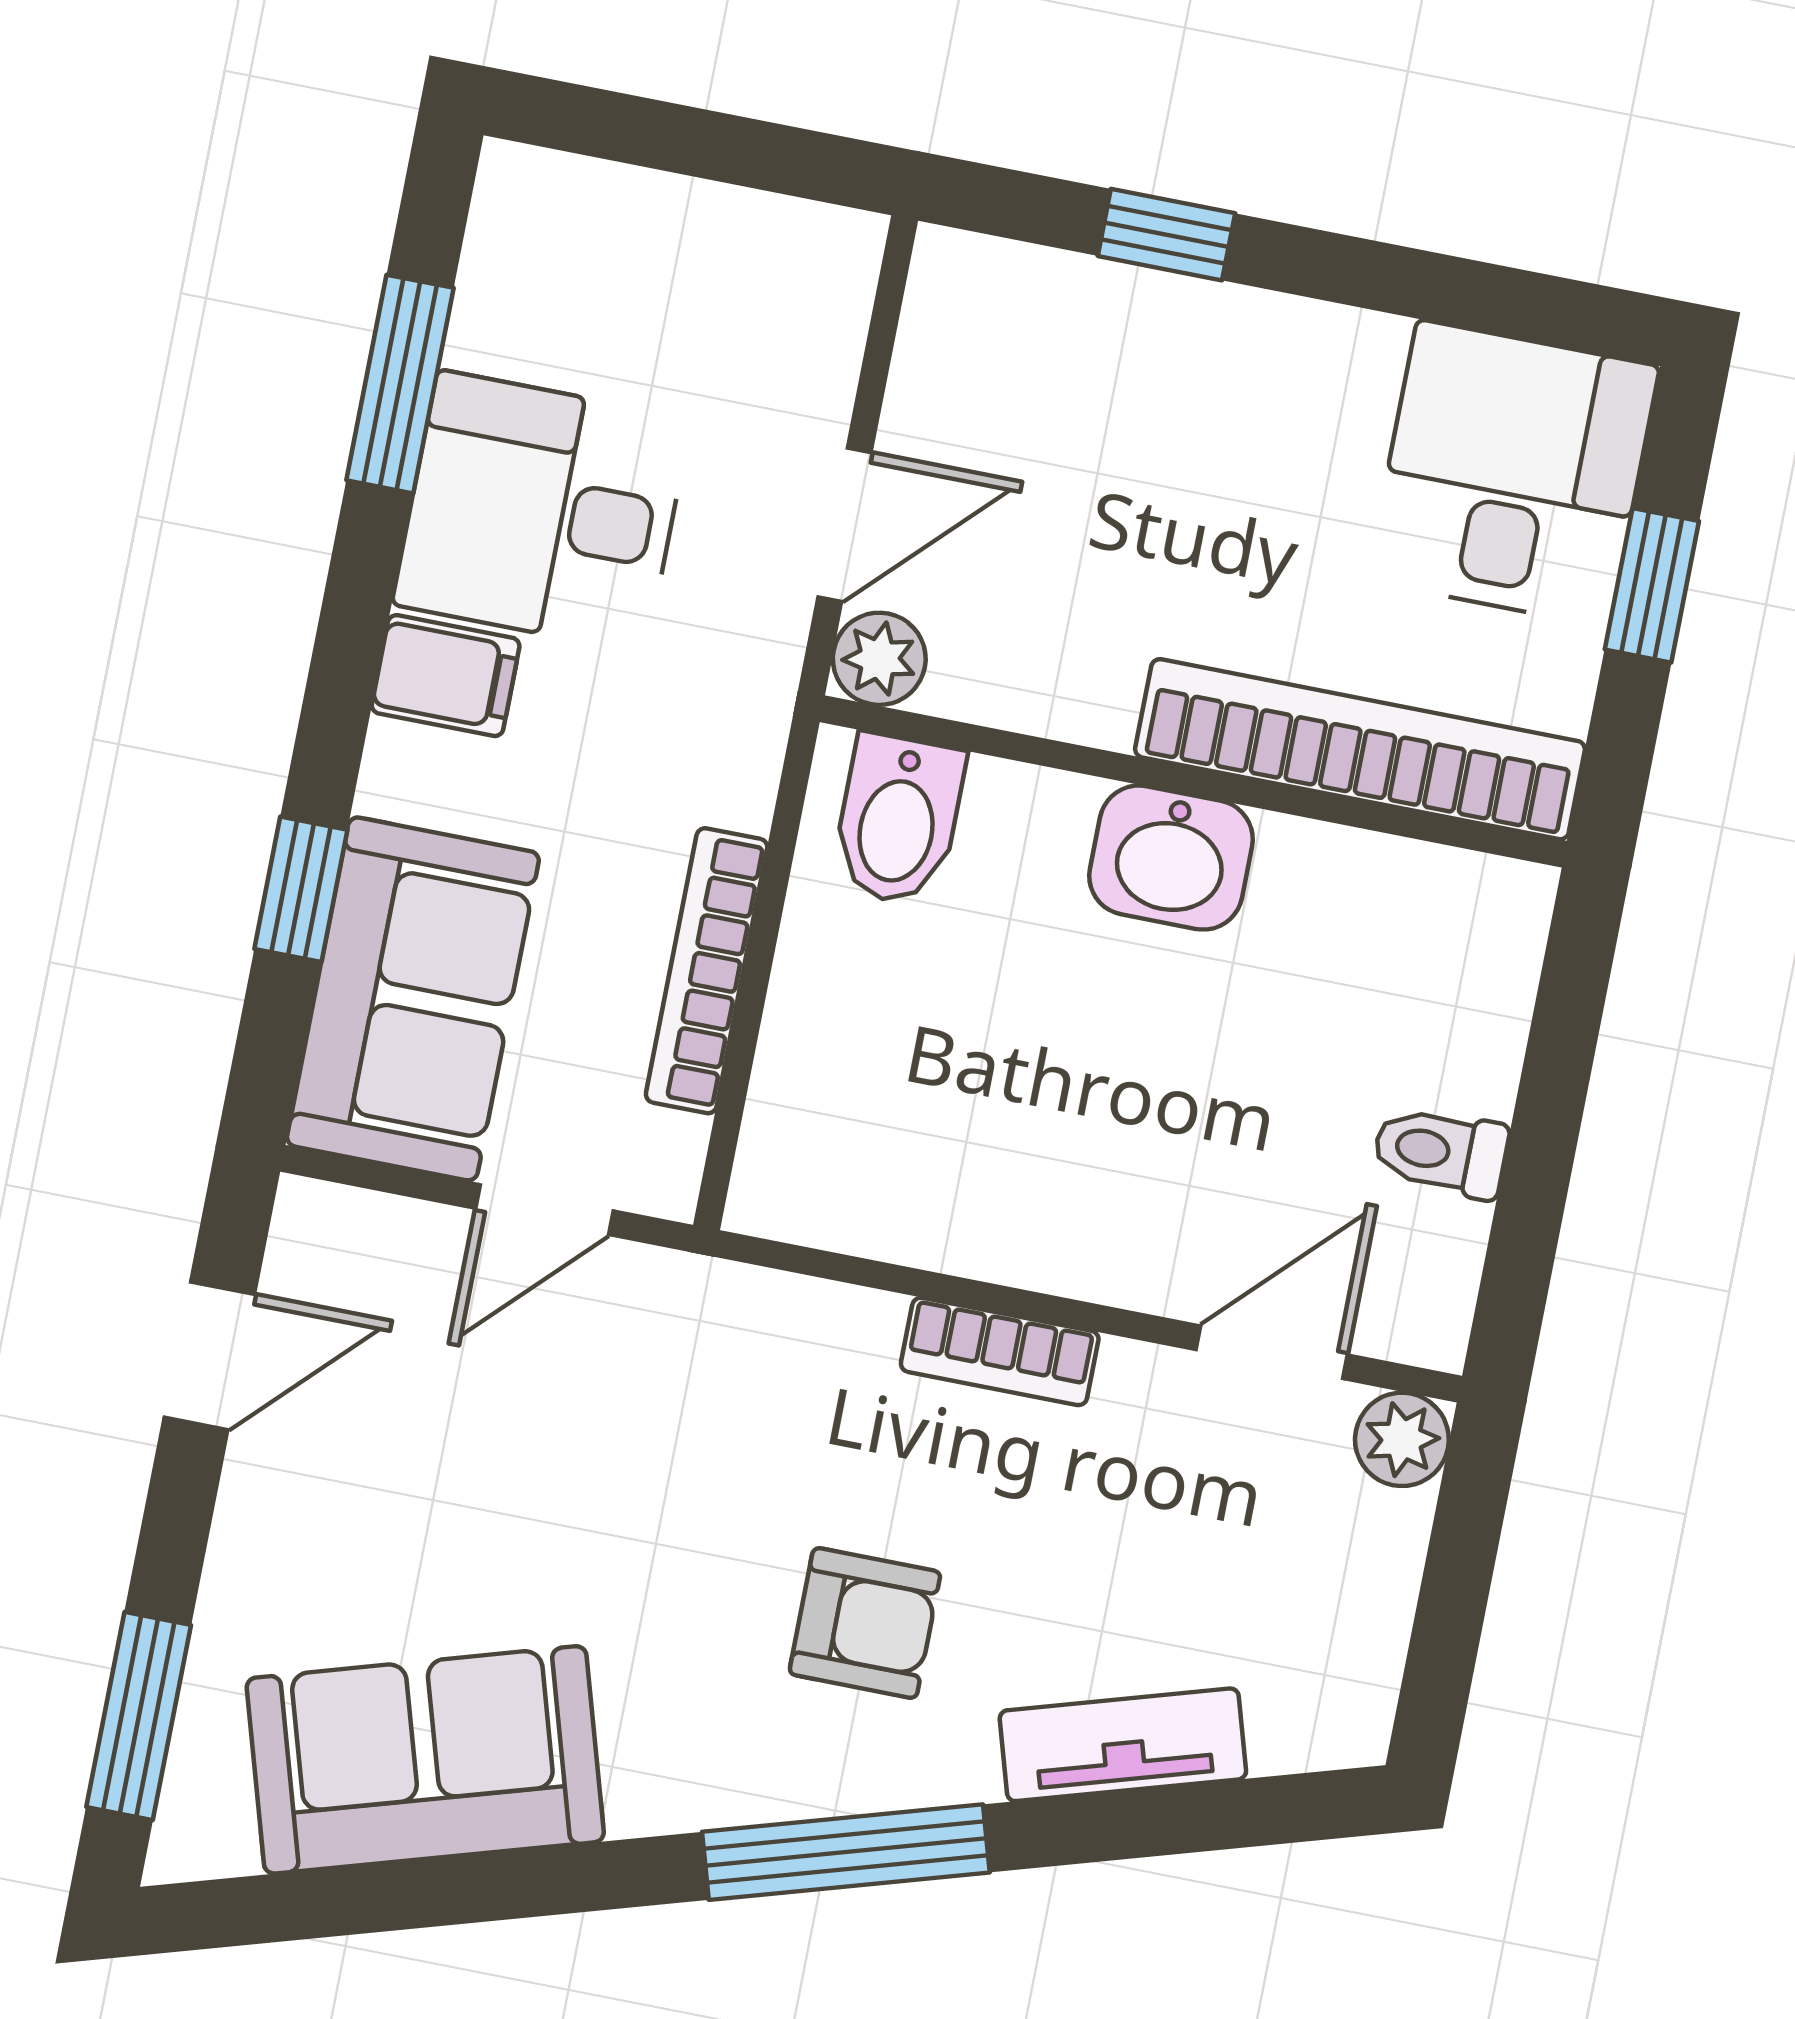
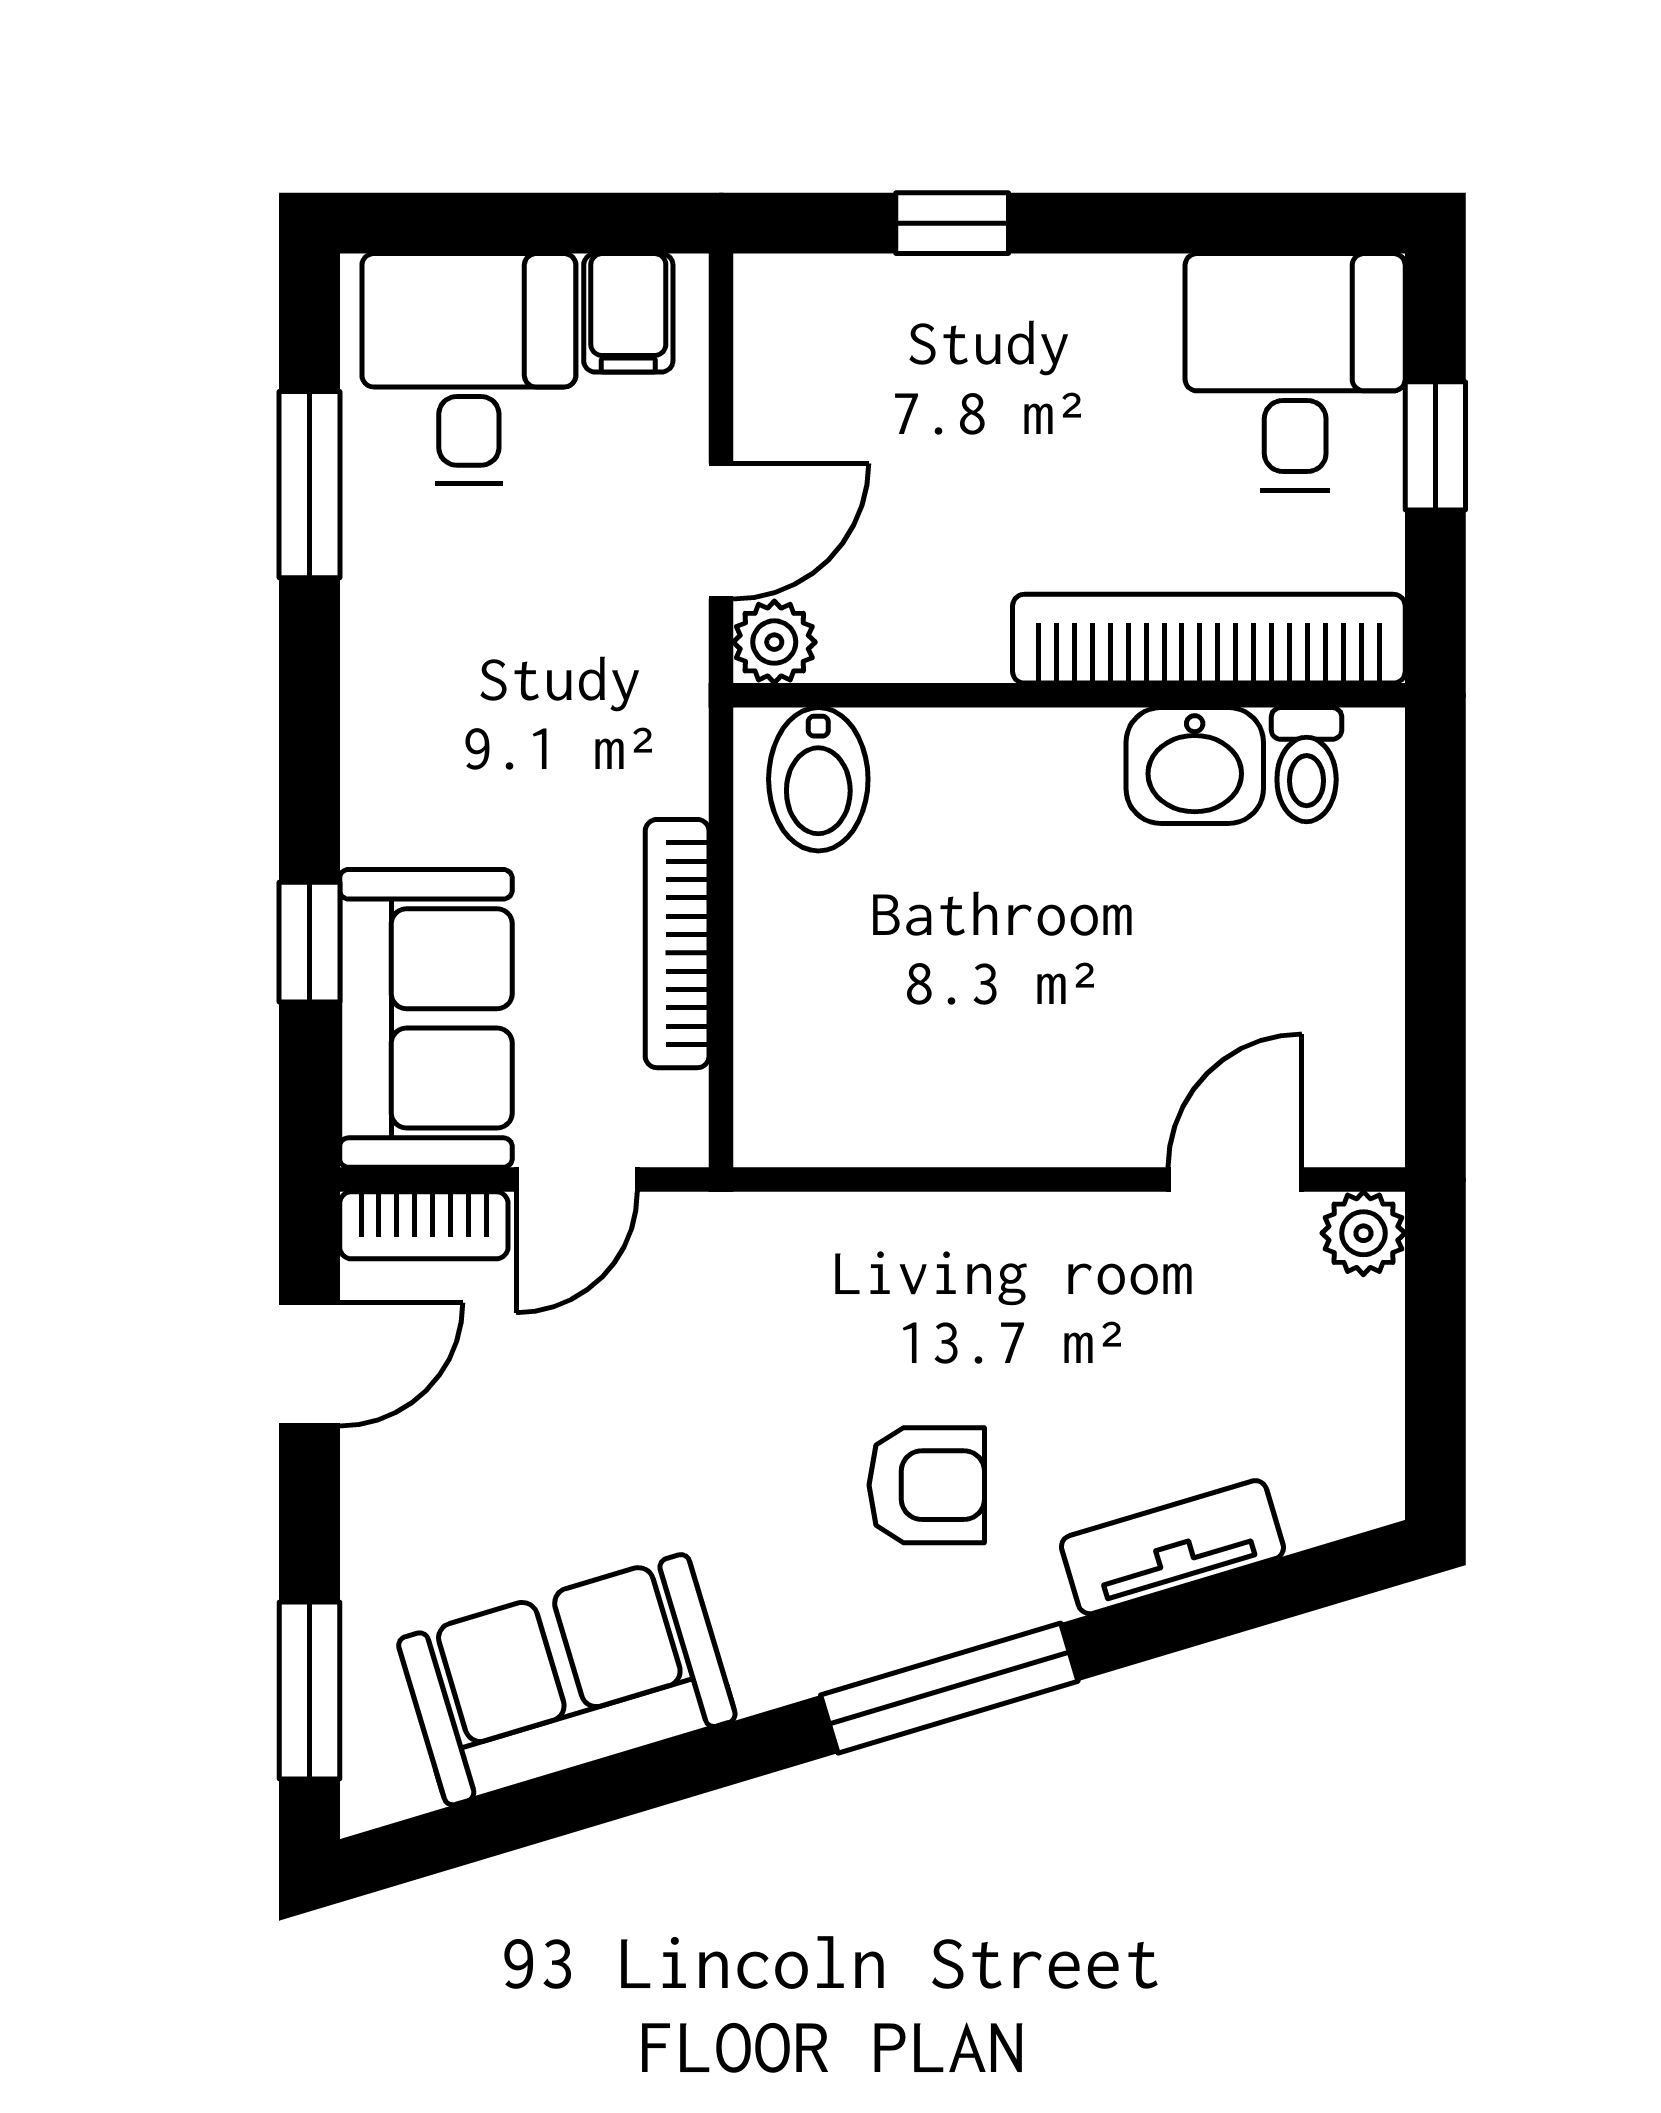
desk: (542, 512) -> (469, 369), moved, turned 90
filing cabinet: (446, 676) -> (628, 313), moved, turned 90
washbasin: (1171, 858) -> (1195, 766), moved
toilet: (1440, 1152) -> (1307, 765), moved, turned -90
bookcase: (1000, 1351) -> (424, 1225), moved

